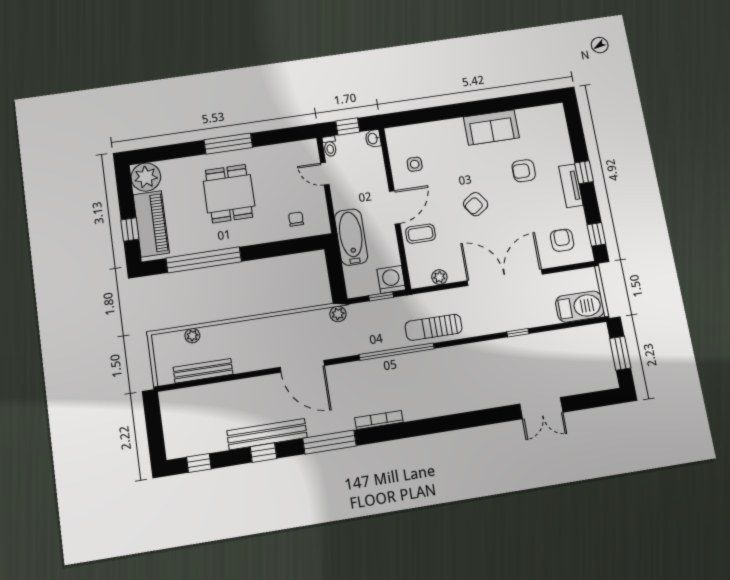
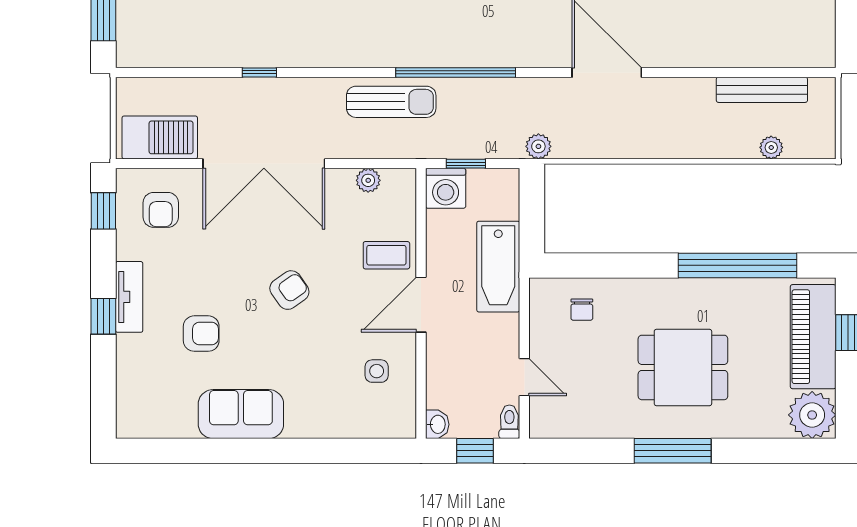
dining table: (229, 194) -> (683, 367), turned 90
barbecue: (580, 307) -> (160, 137), moved, turned 180

